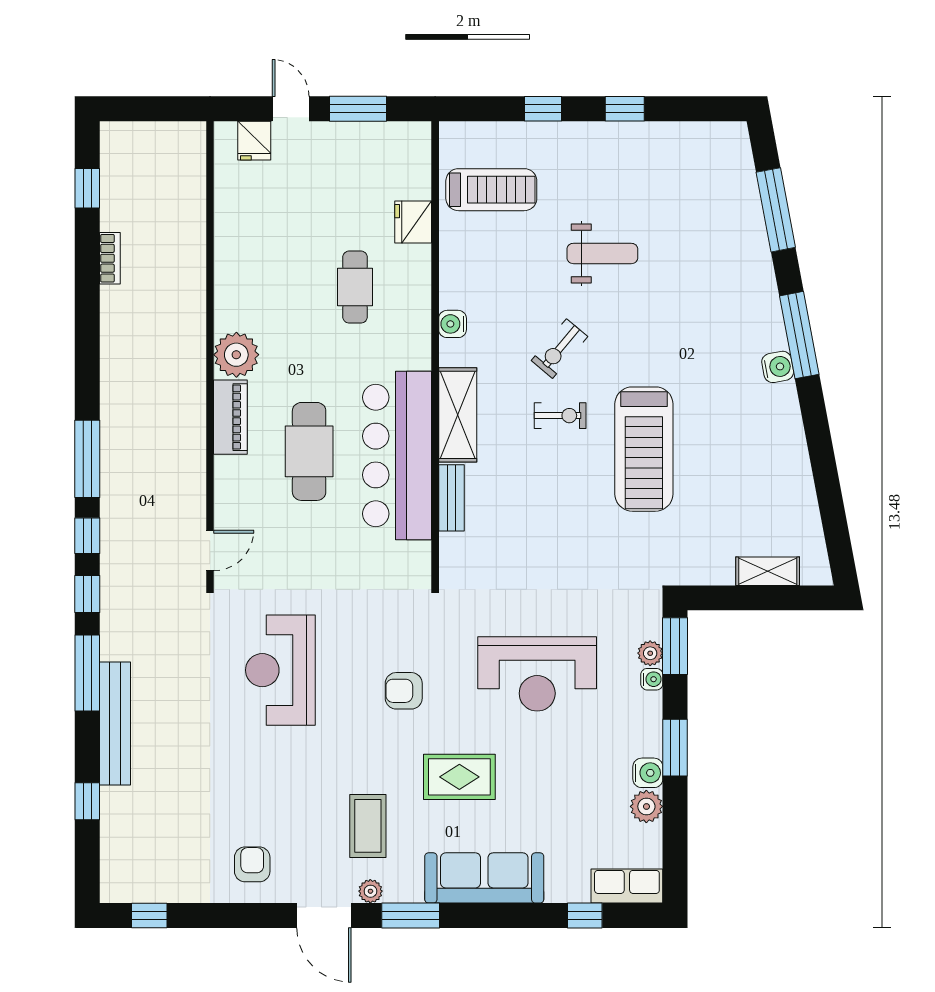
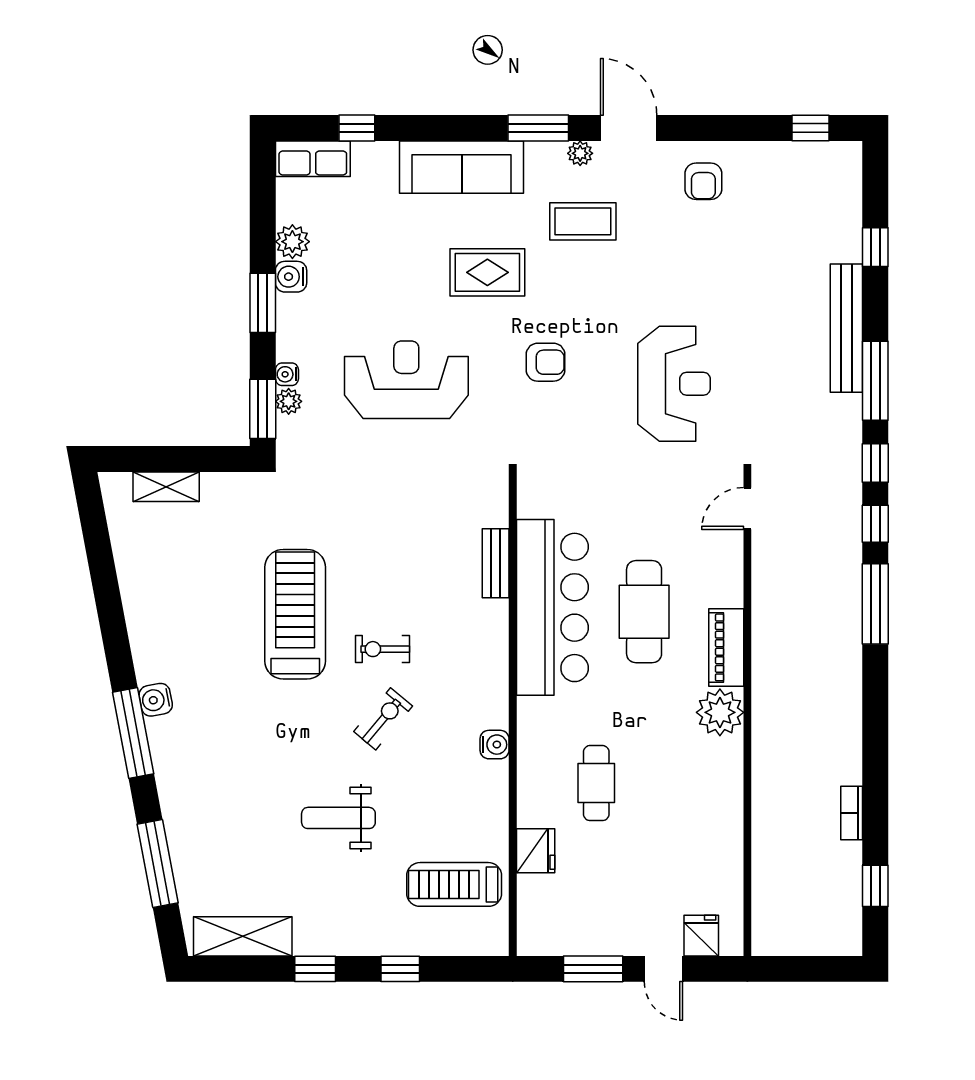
shelving: (458, 415) -> (243, 936), moved, turned 90
coffee table: (368, 826) -> (583, 221), turned 90

